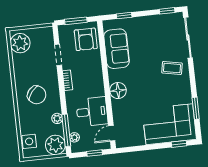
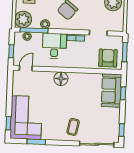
armchair: (86, 39) -> (108, 58), turned 90
sofa: (117, 49) -> (112, 90), moved, turned 90
desk: (92, 112) -> (54, 46), moved, turned 180
door: (112, 133) -> (26, 68), hinge flipped

